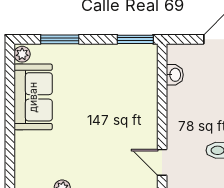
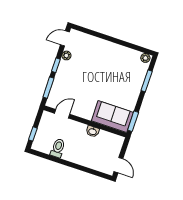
washbasin: (175, 75) -> (93, 131), moved
sofa: (33, 97) -> (112, 117), moved, turned 180

